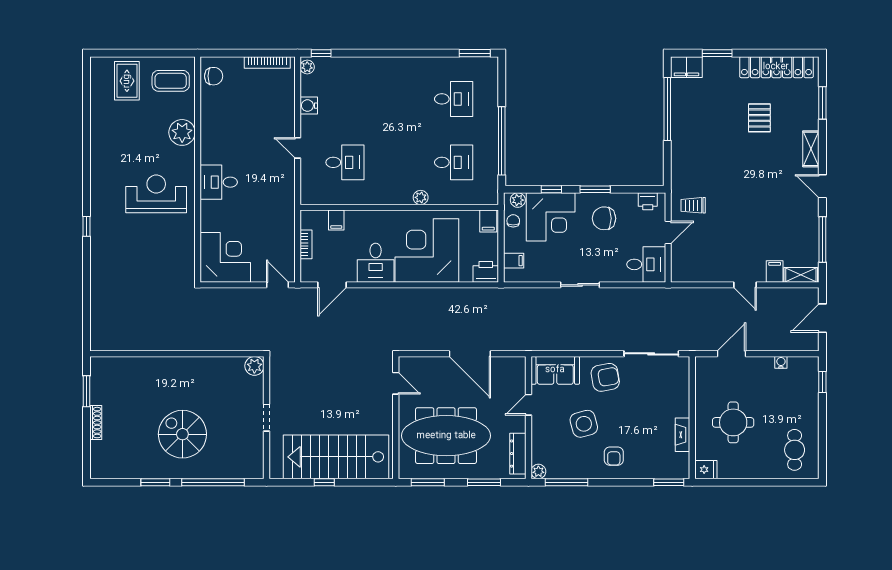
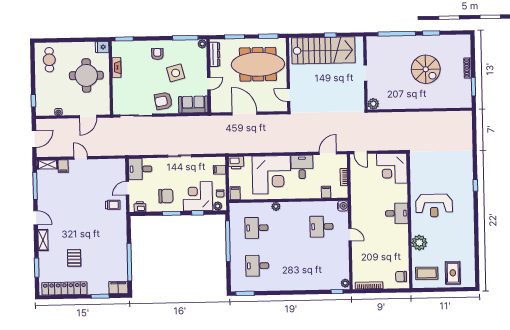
water cooler: (309, 106) -> (343, 206), moved
round table: (733, 422) -> (86, 75), width x1.36, depth x1.36
spiral stairs: (182, 434) -> (426, 69), moved

